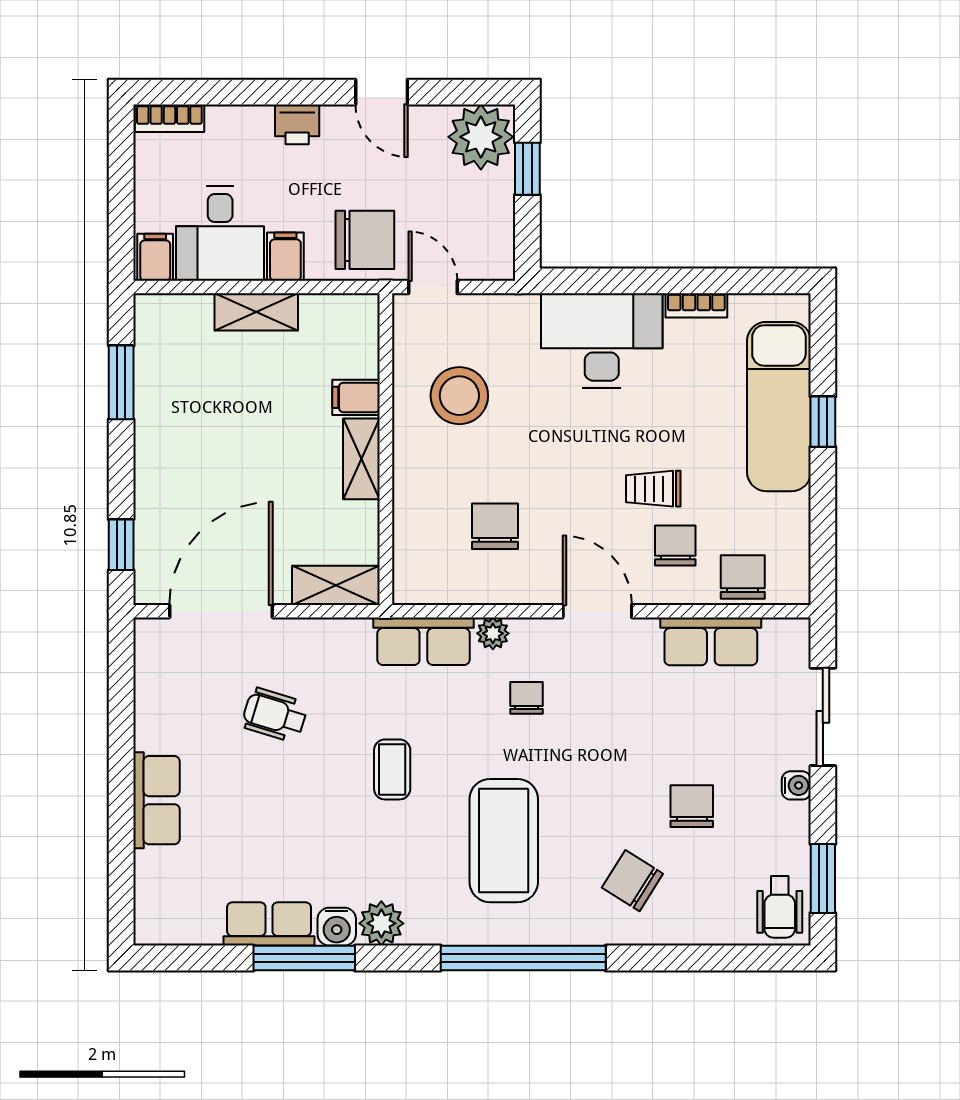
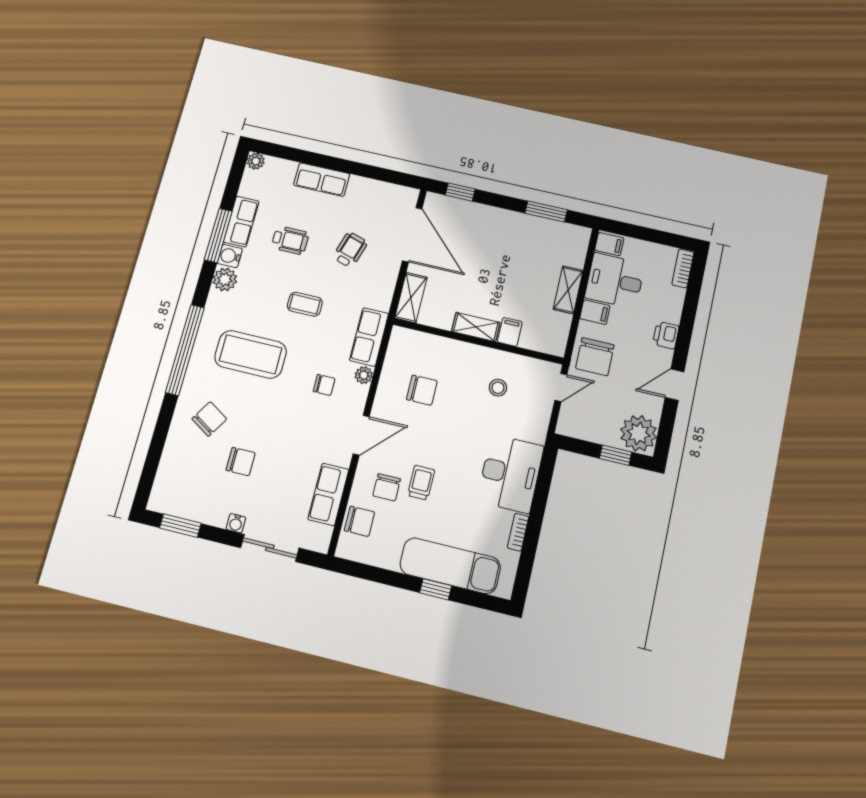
stool: (459, 396) -> (498, 388), width x0.53, depth x0.53
chair: (675, 545) -> (387, 487), turned 90
wheelchair: (780, 907) -> (290, 240), moved, turned 180
plant: (150, 929) -> (256, 161), added

